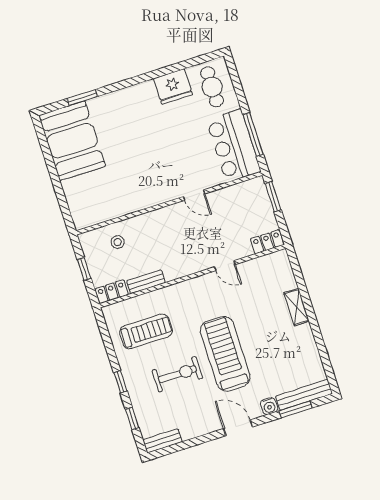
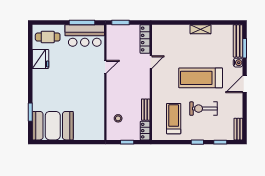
locker: (267, 242) -> (145, 39), width x1.53
shelving: (297, 307) -> (201, 29), moved
exercise bike: (177, 374) -> (203, 109), turned -90

